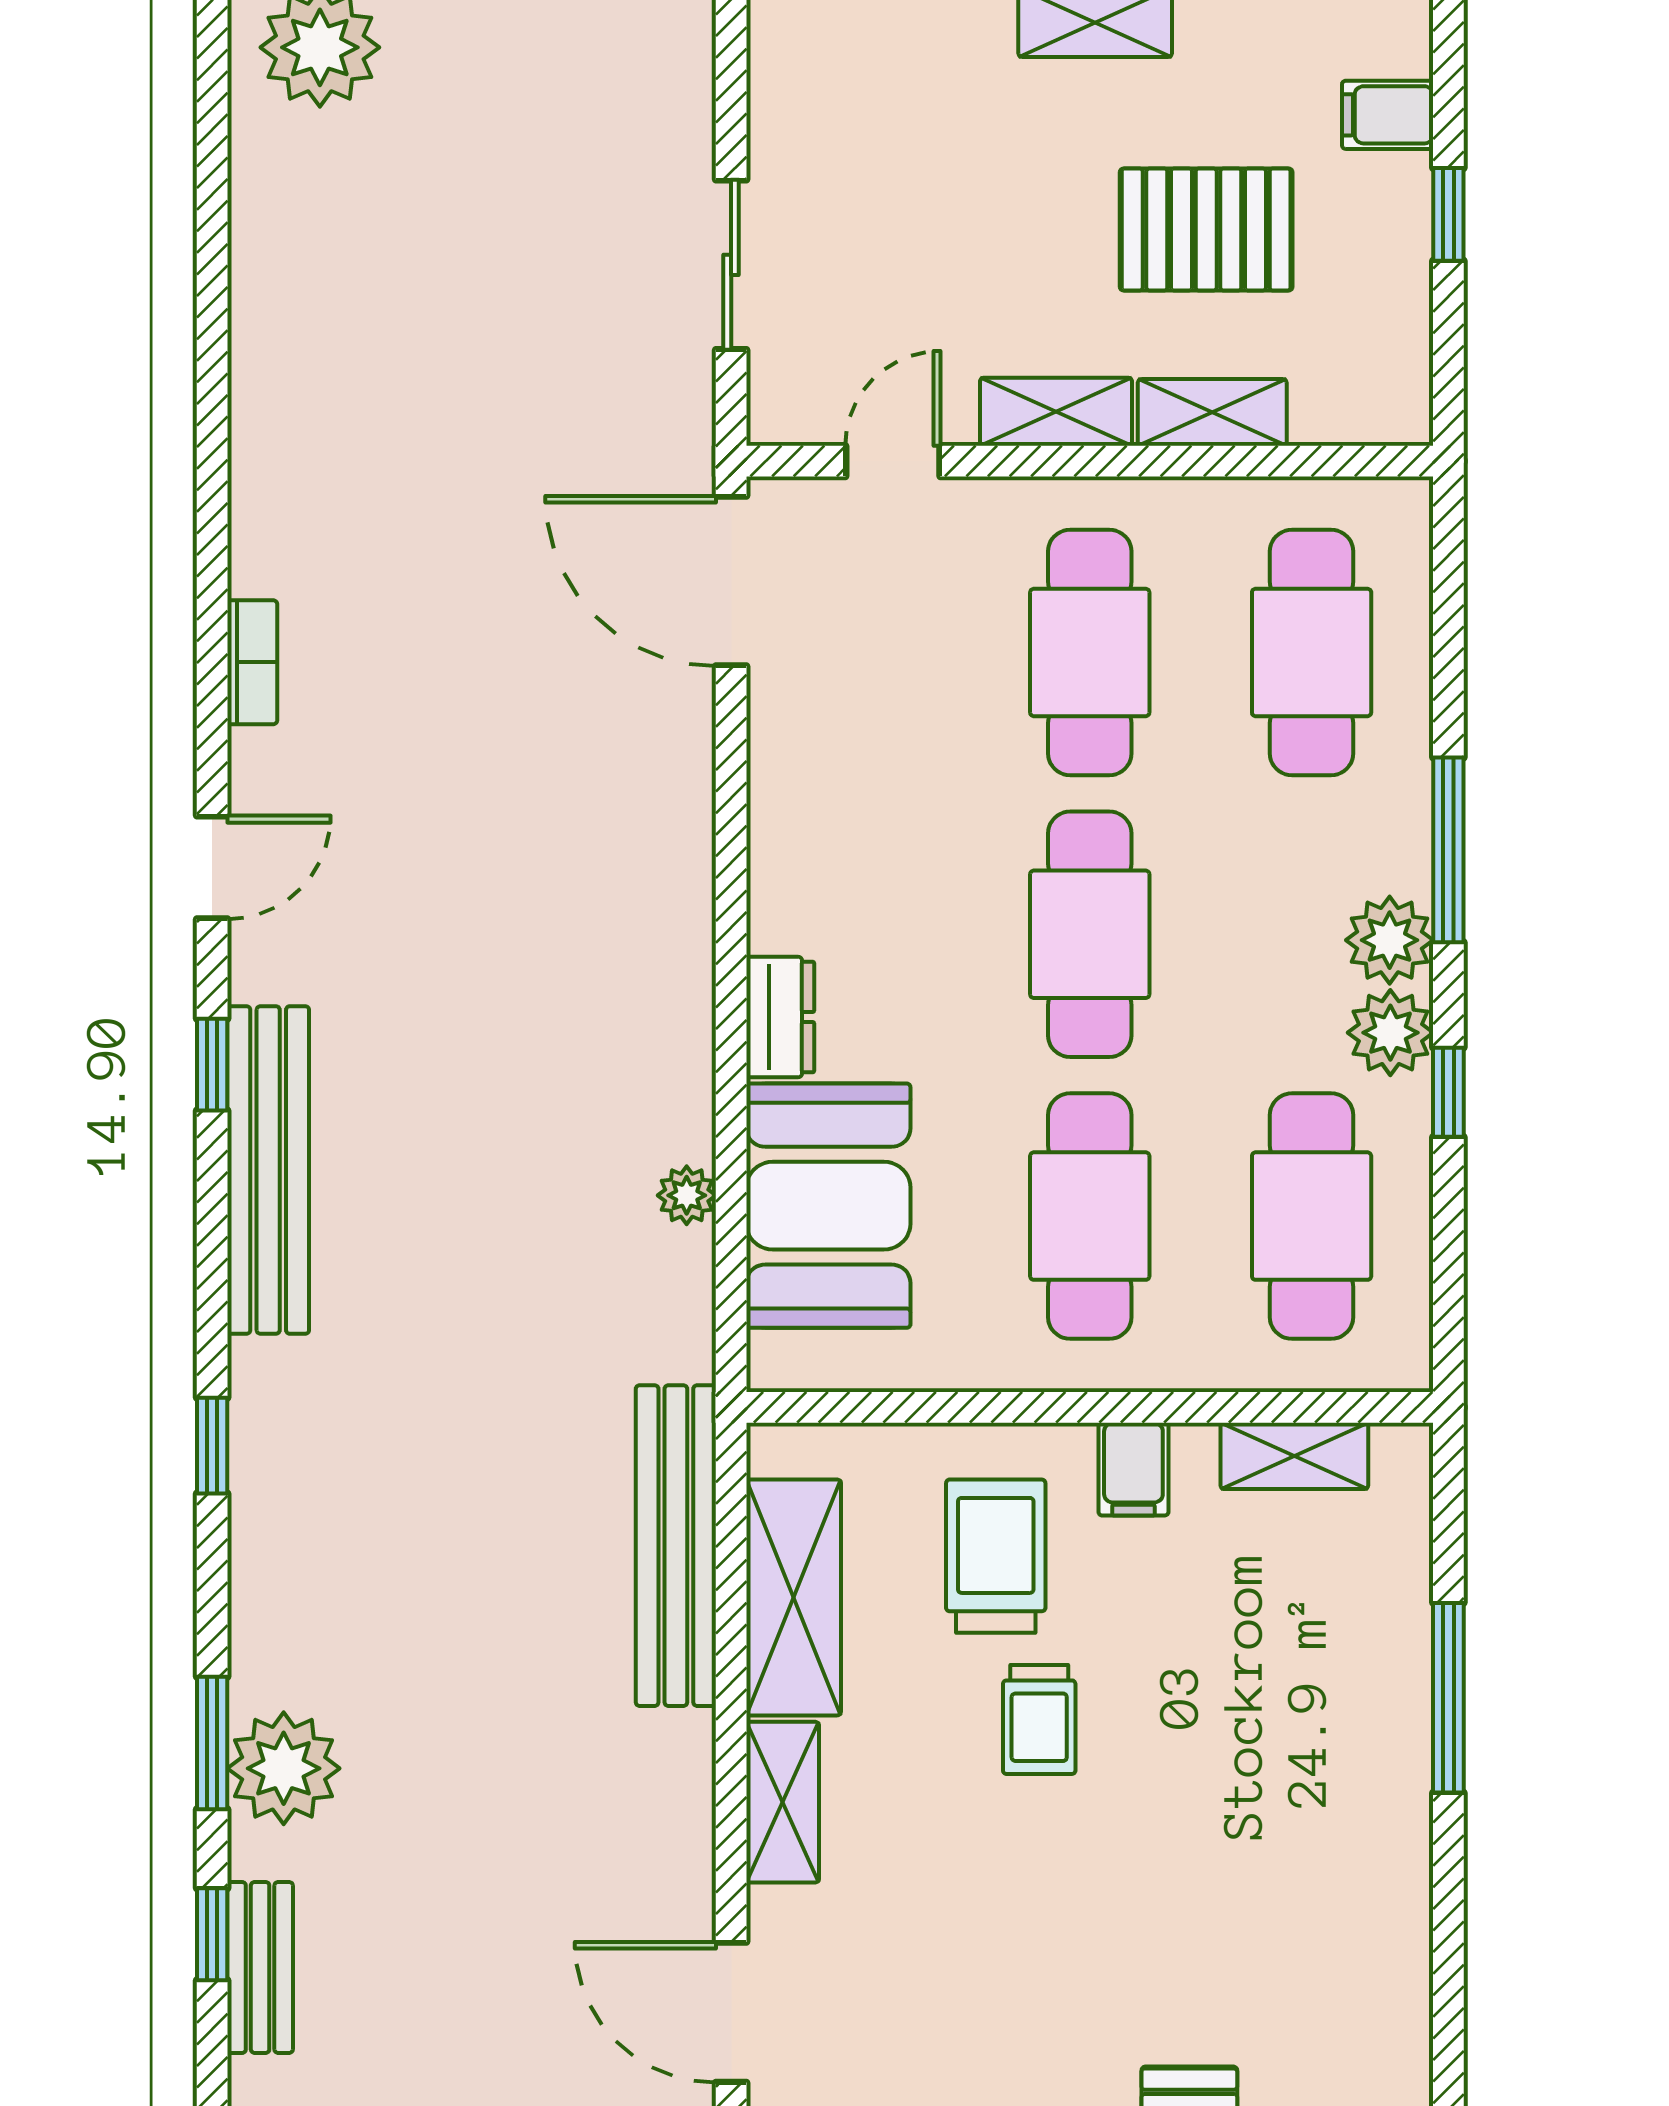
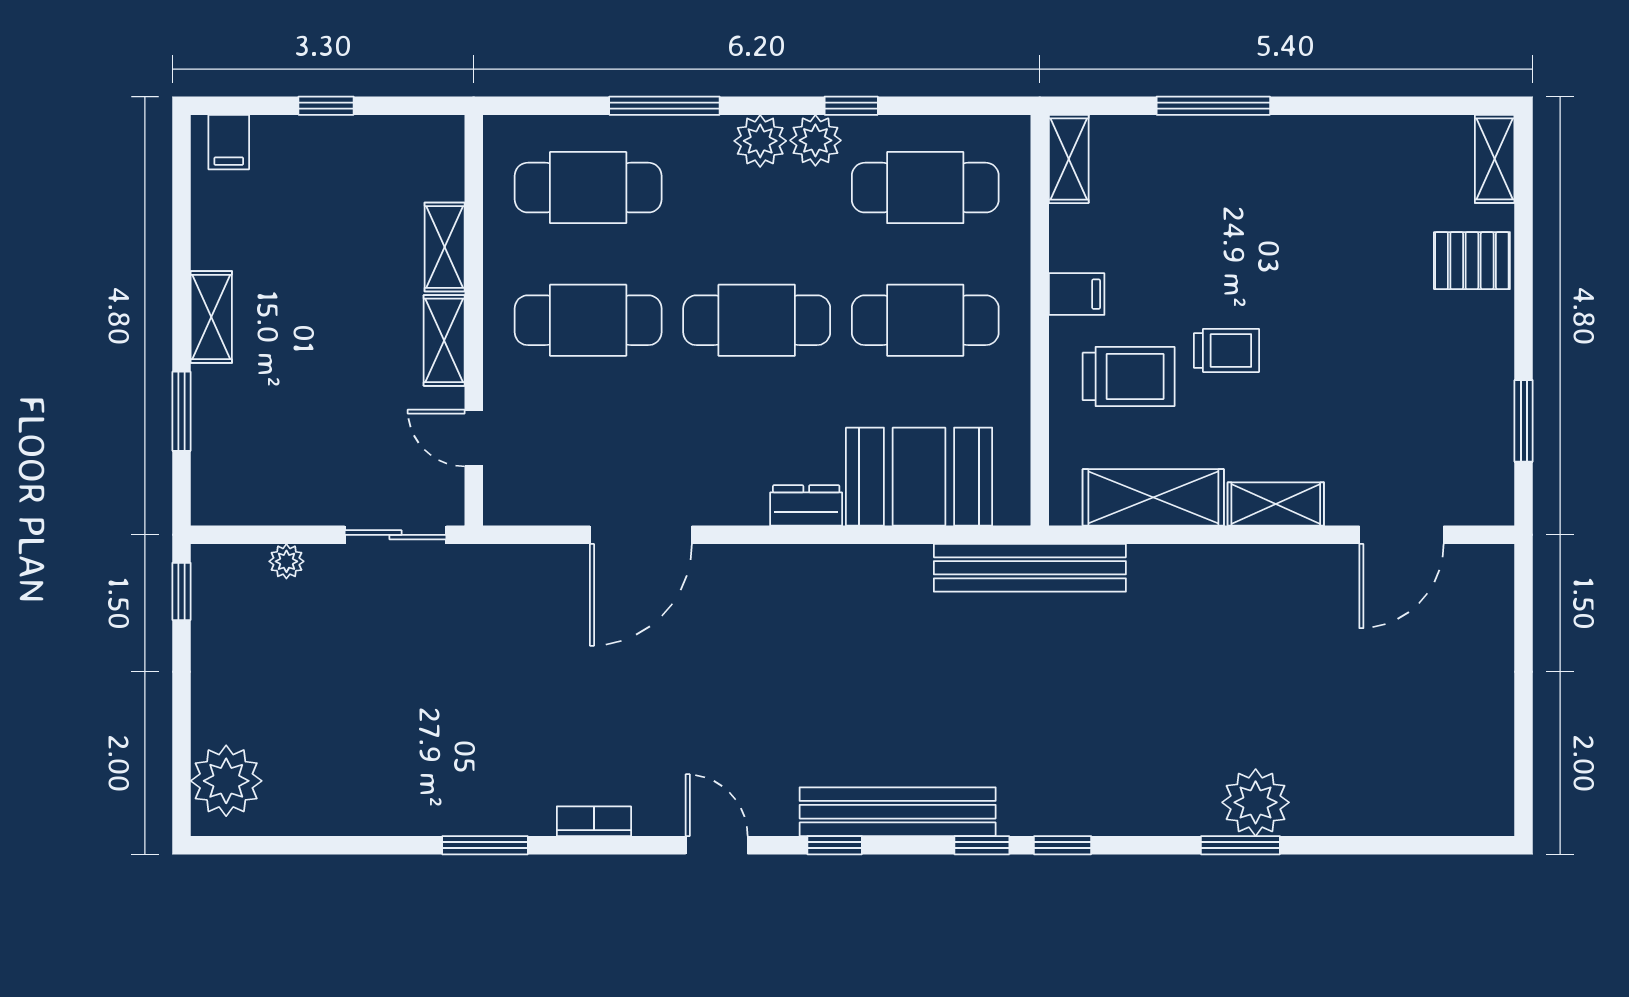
filing cabinet: (1388, 115) -> (229, 142), moved
pallet: (1206, 229) -> (335, 251), removed
sliding door: (731, 265) -> (395, 535), moved
window: (212, 480) -> (485, 845), added
door: (731, 581) -> (641, 535), moved
window: (1448, 850) -> (664, 106), moved
plant: (687, 1195) -> (286, 561), moved
shelving: (1294, 1456) -> (1069, 159), moved
bench: (676, 1546) -> (1030, 568), moved
trolley: (996, 1556) -> (1129, 376), turned 180
window: (212, 1934) -> (982, 845), moved
bench: (260, 1967) -> (1375, 817), removed

